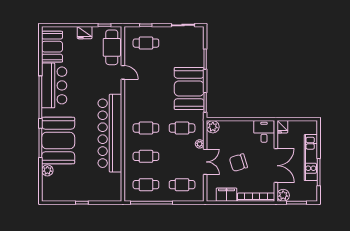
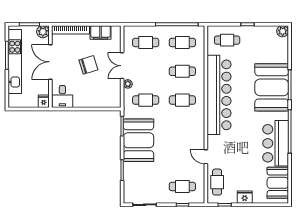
cafe table: (112, 47) -> (217, 182), width x0.73, depth x0.74
plant: (213, 127) -> (114, 101), removed
kitchen unit: (311, 158) -> (15, 61), width x1.36
plant: (47, 170) -> (283, 31), moved
cafe table: (102, 187) -> (227, 40), added

